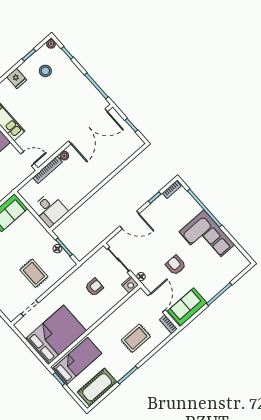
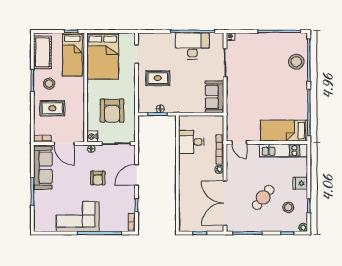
cafe table: (55, 99) -> (263, 197), added
door: (27, 159) -> (239, 142), hinge flipped
desk: (50, 210) -> (191, 142), moved
armchair: (176, 265) -> (98, 178), moved, turned 90
armchair: (94, 287) -> (112, 111), width x1.88, depth x1.88
sofa: (187, 307) -> (43, 168), width x1.36
rug: (136, 338) -> (52, 108), turned 90
stool: (118, 359) -> (49, 84), added

